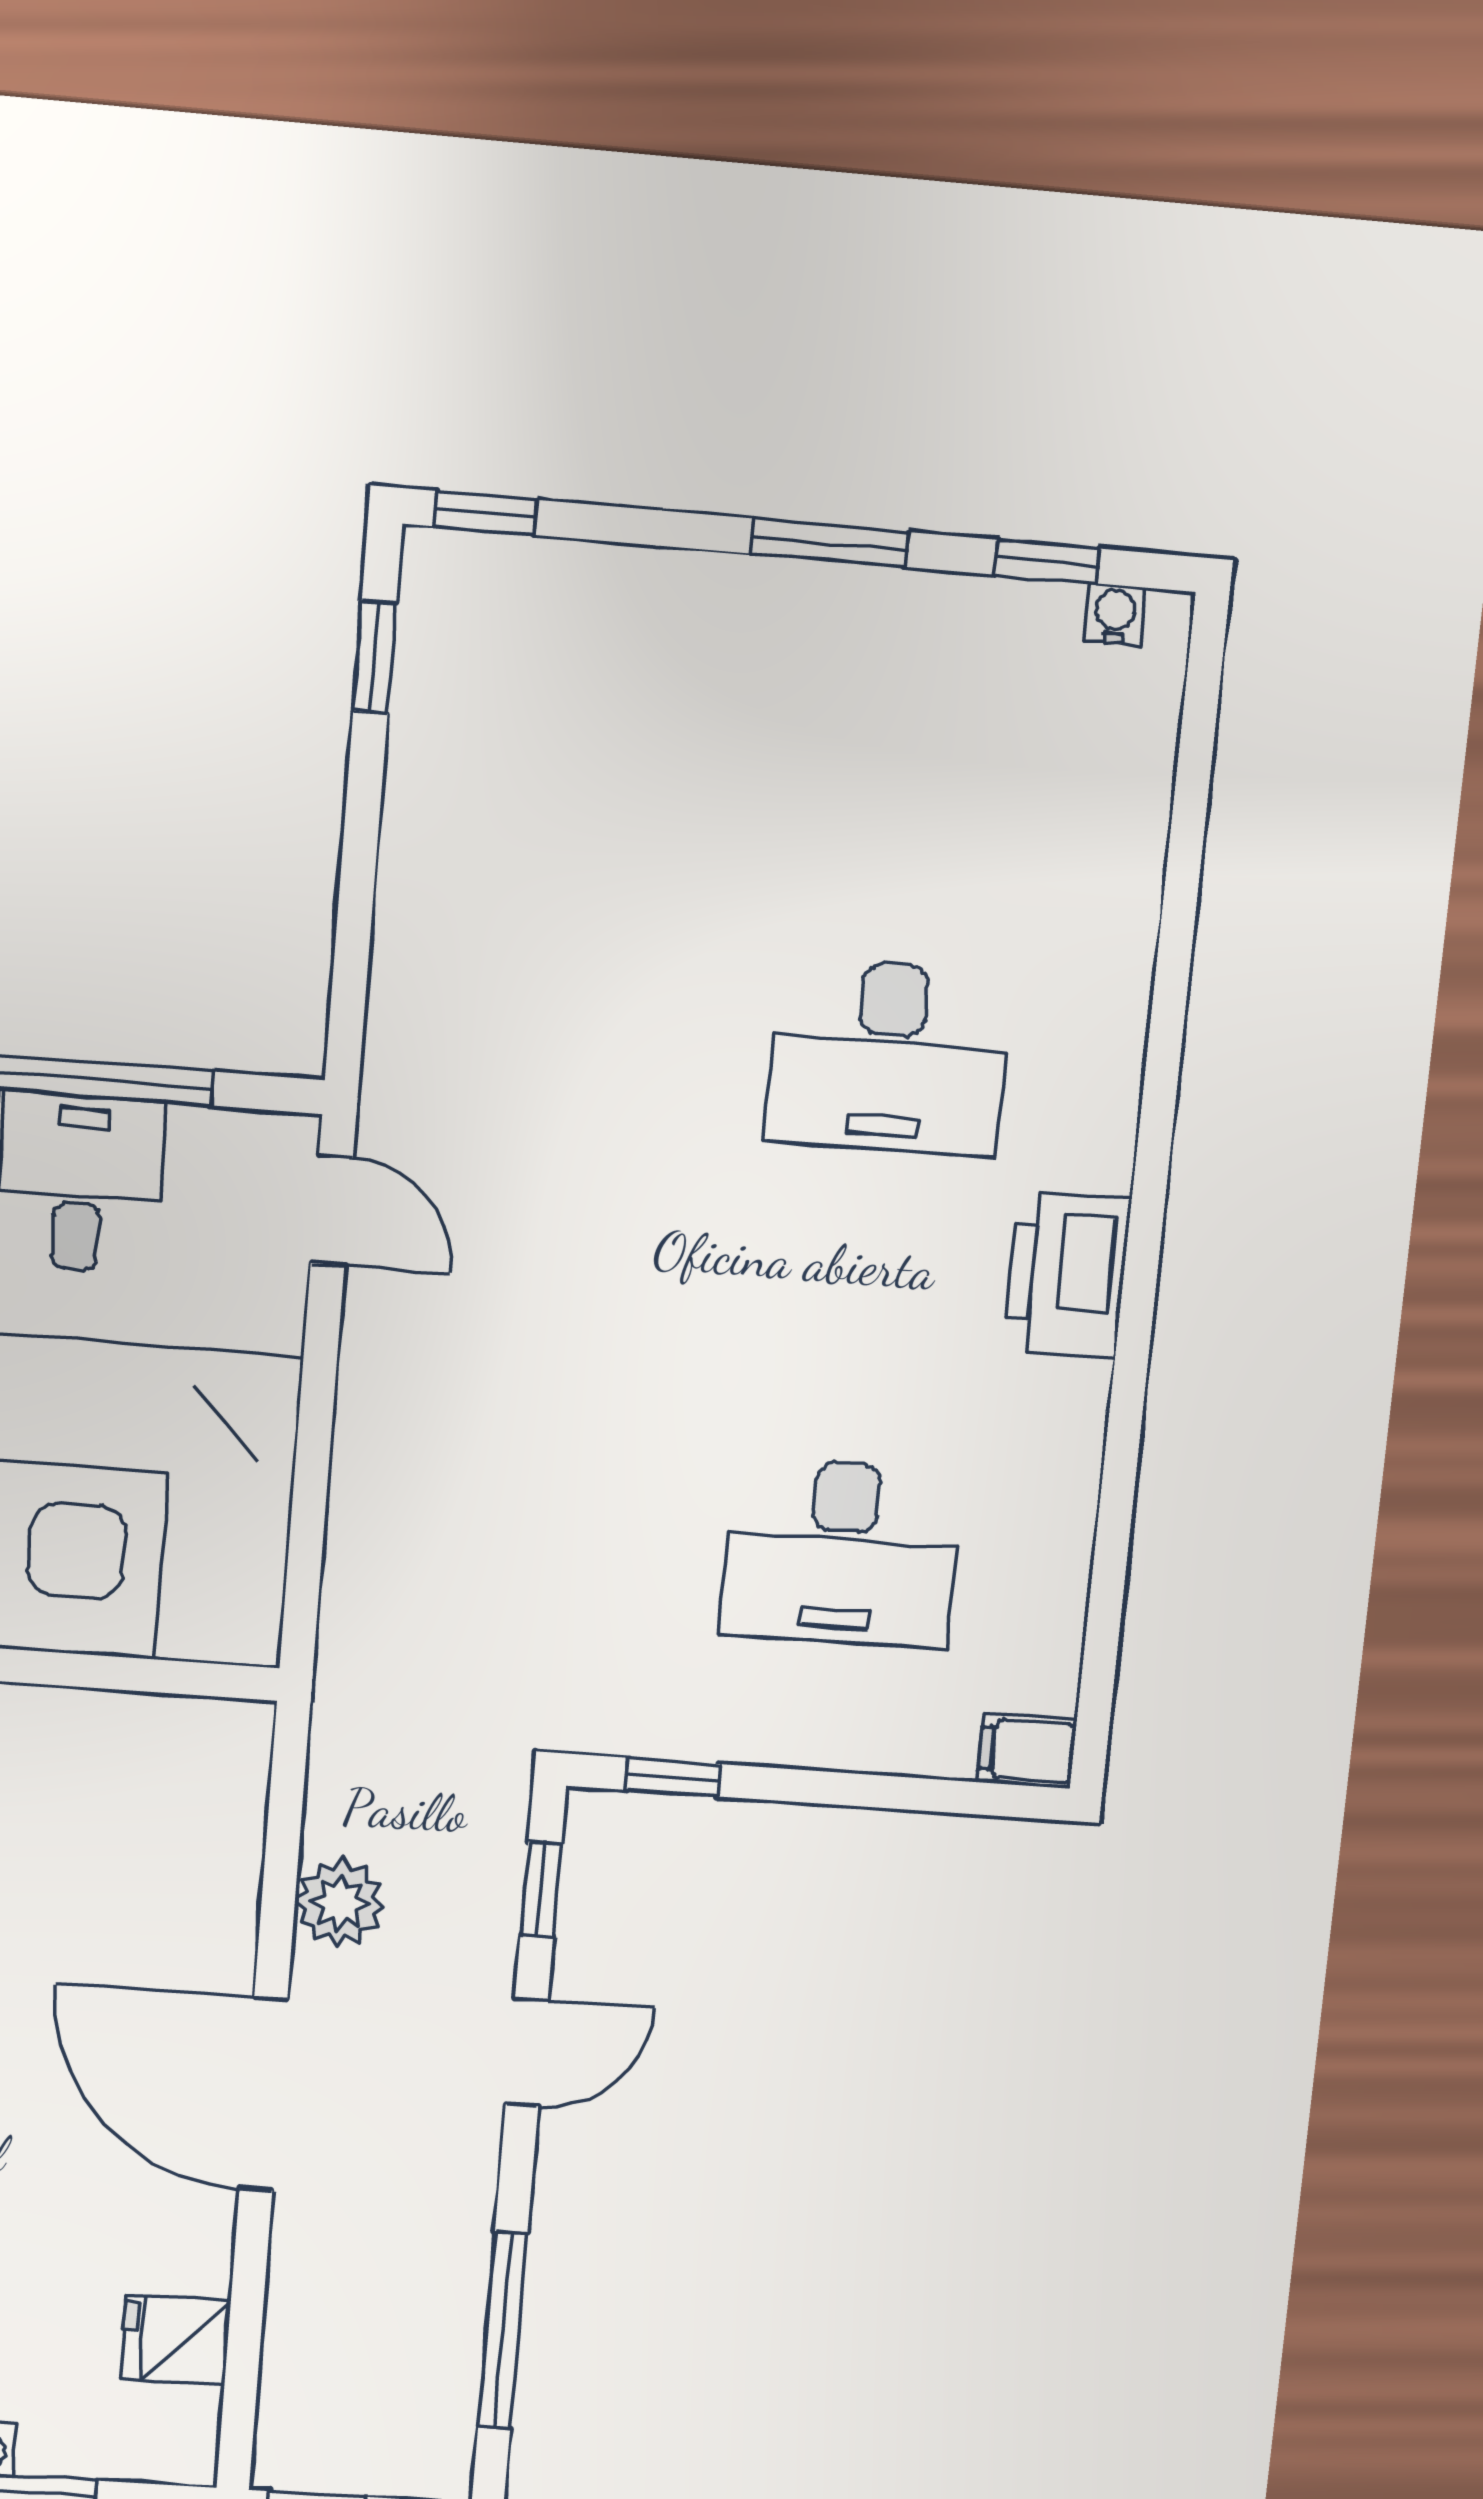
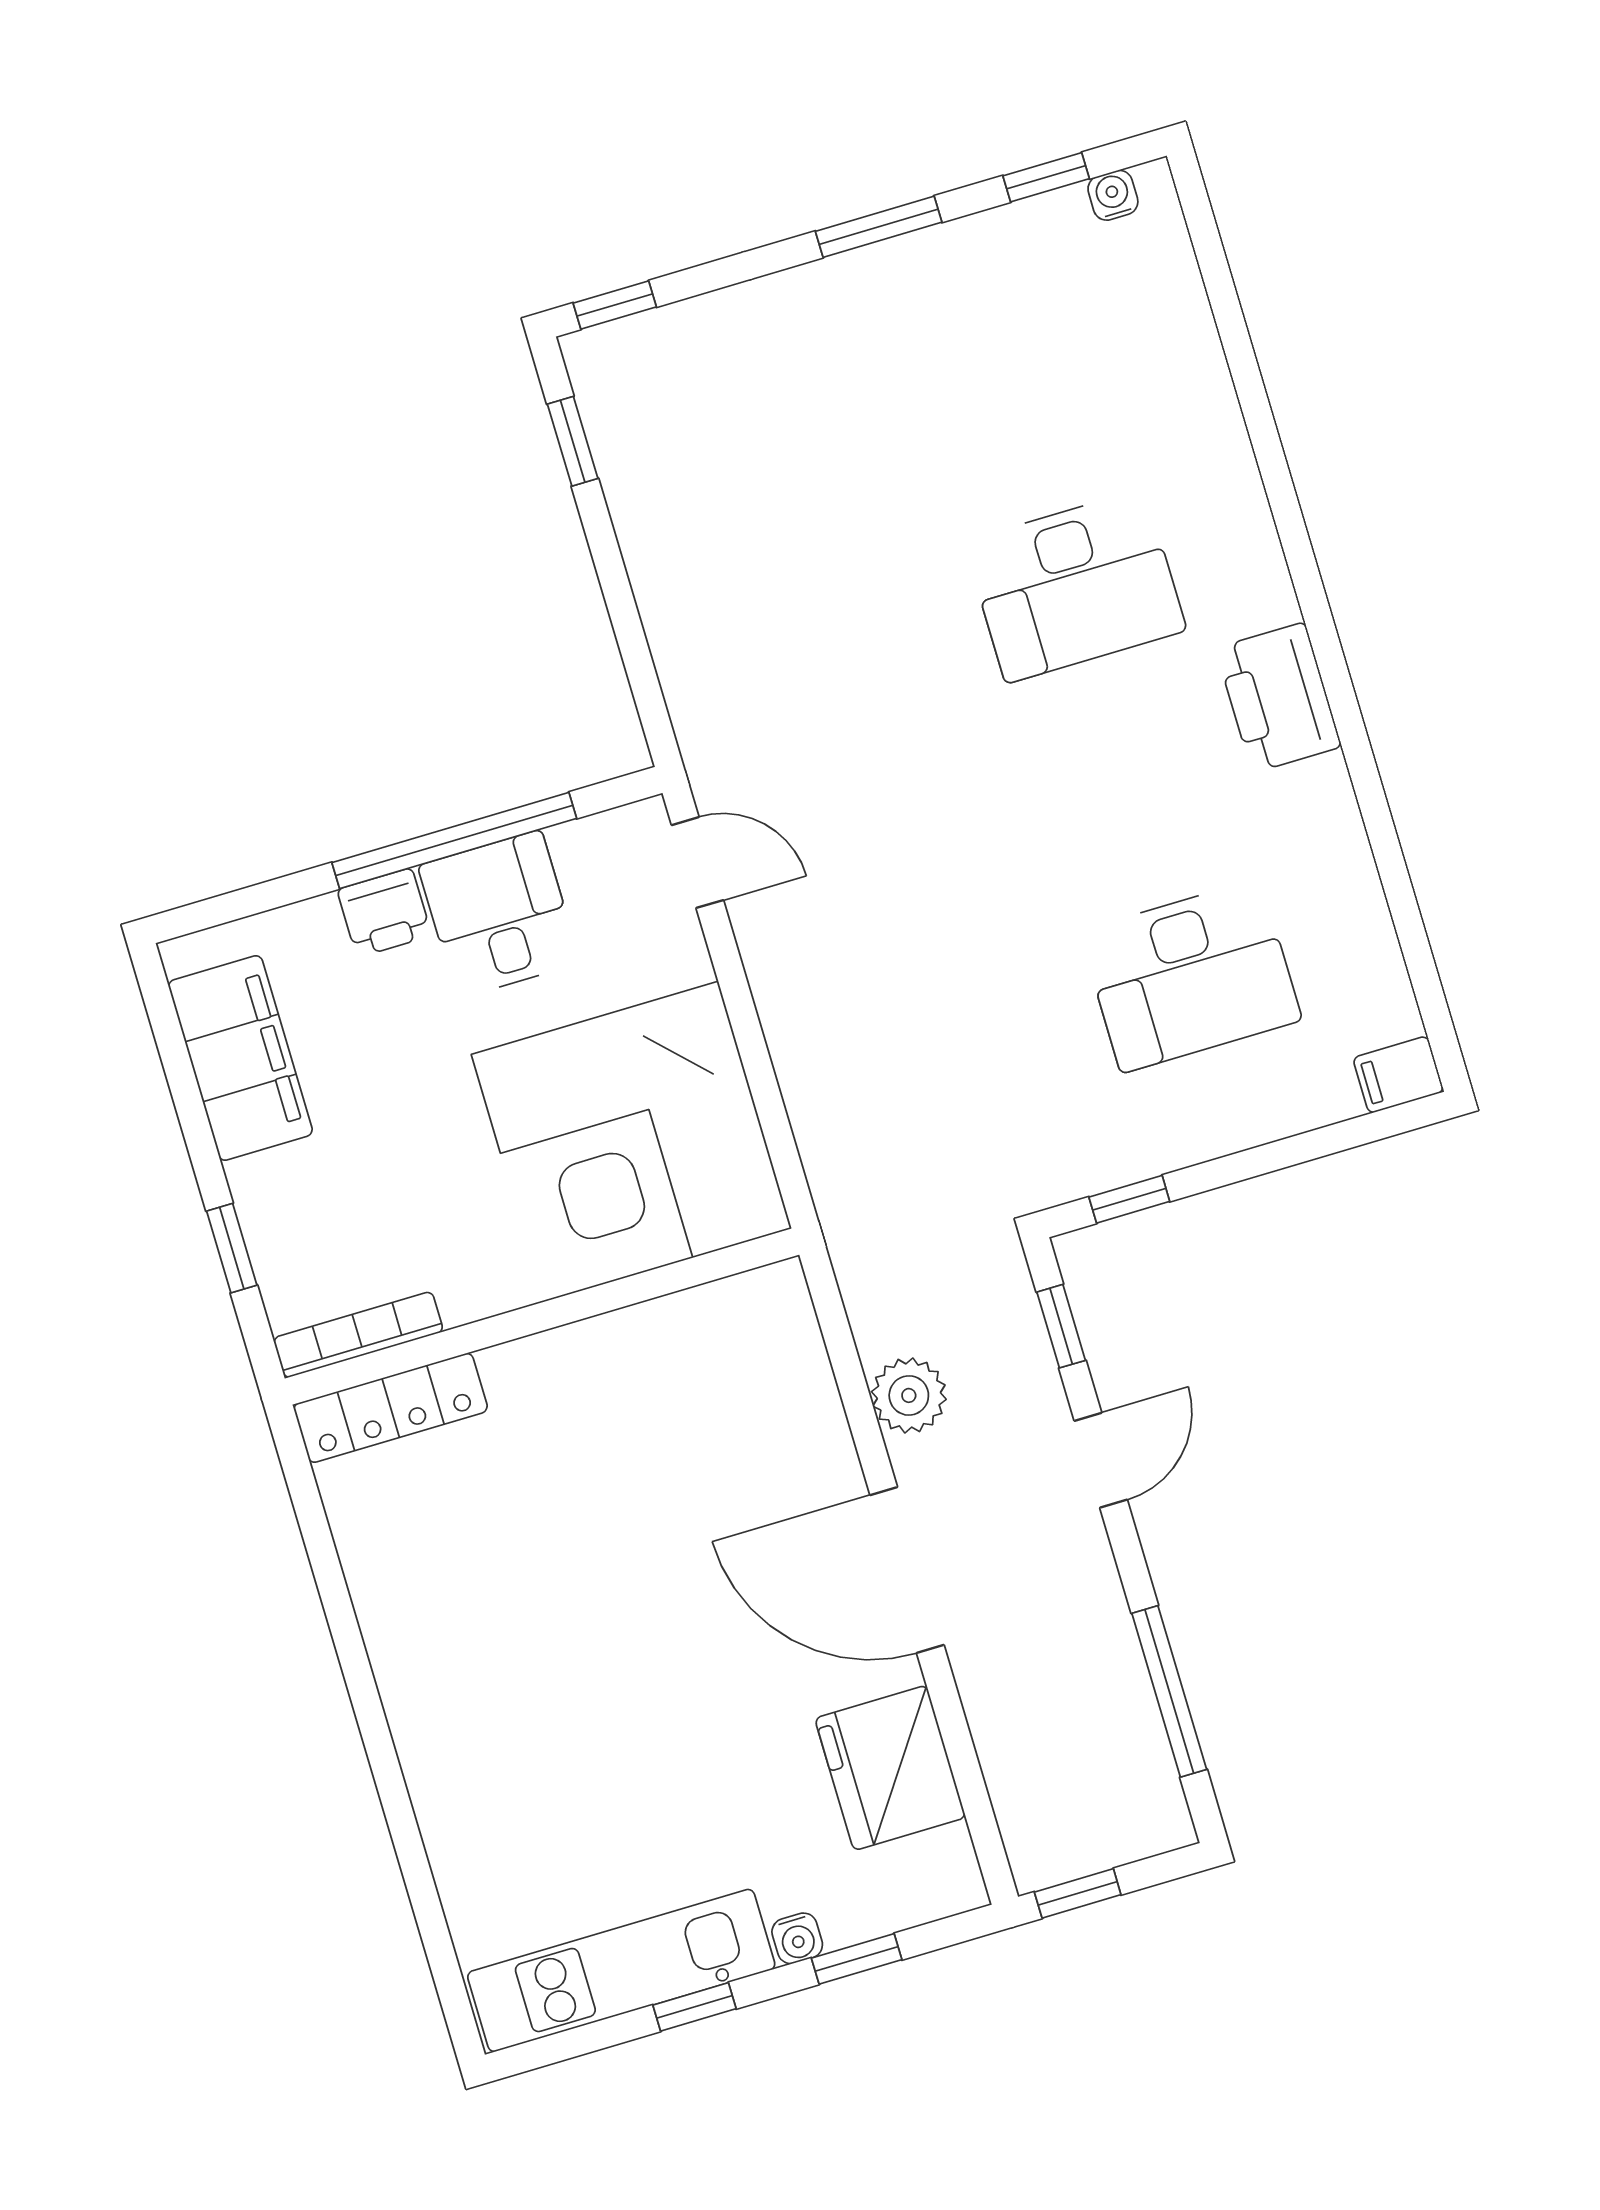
fridge: (176, 2340) -> (890, 1768), width x1.88, depth x1.34

